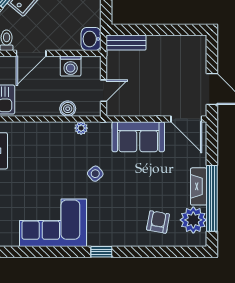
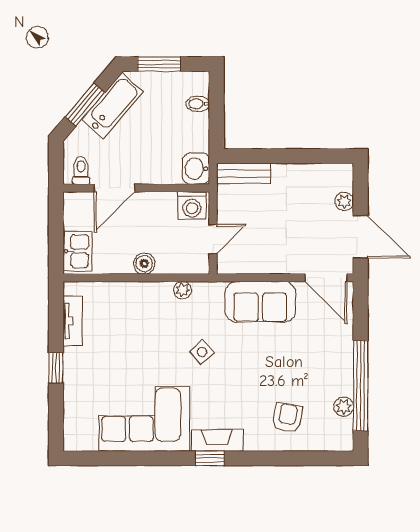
plant: (200, 63) -> (344, 201), added
washing machine: (71, 66) -> (192, 205), moved
boiler: (68, 109) -> (144, 264), moved
fireplace: (199, 186) -> (217, 440), moved, turned 90
plant: (193, 220) -> (344, 407), width x0.53, depth x0.53

